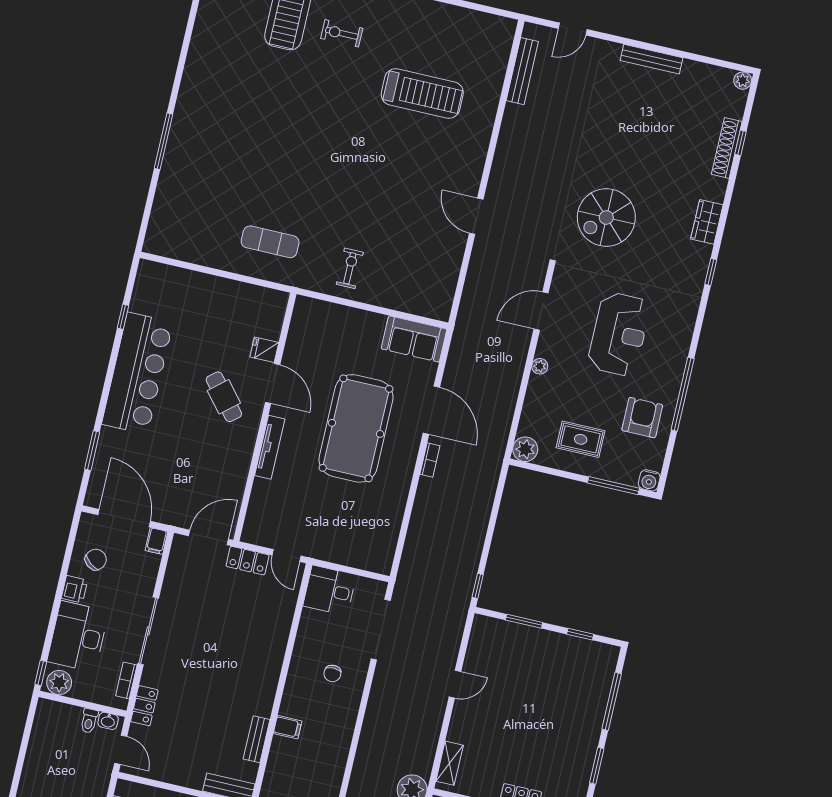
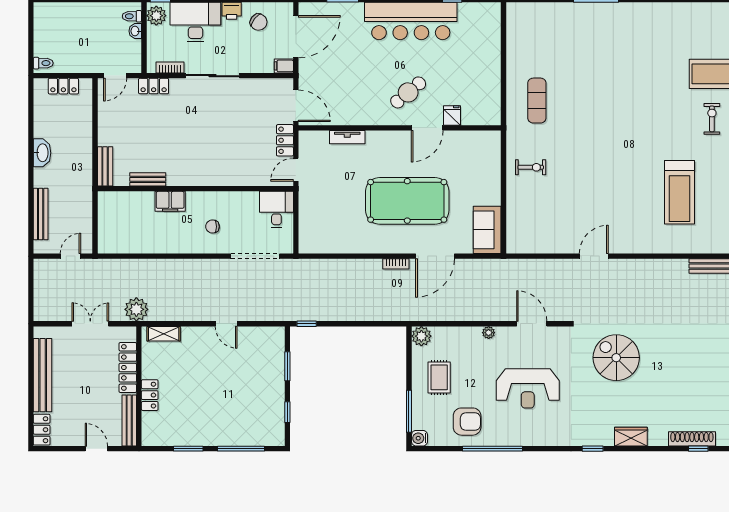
tv unit: (270, 447) -> (347, 137), moved, width x0.71
toilet: (89, 721) -> (132, 16), moved
washbasin: (108, 721) -> (135, 31), moved
filing cabinet: (288, 727) -> (170, 201), width x2.00

